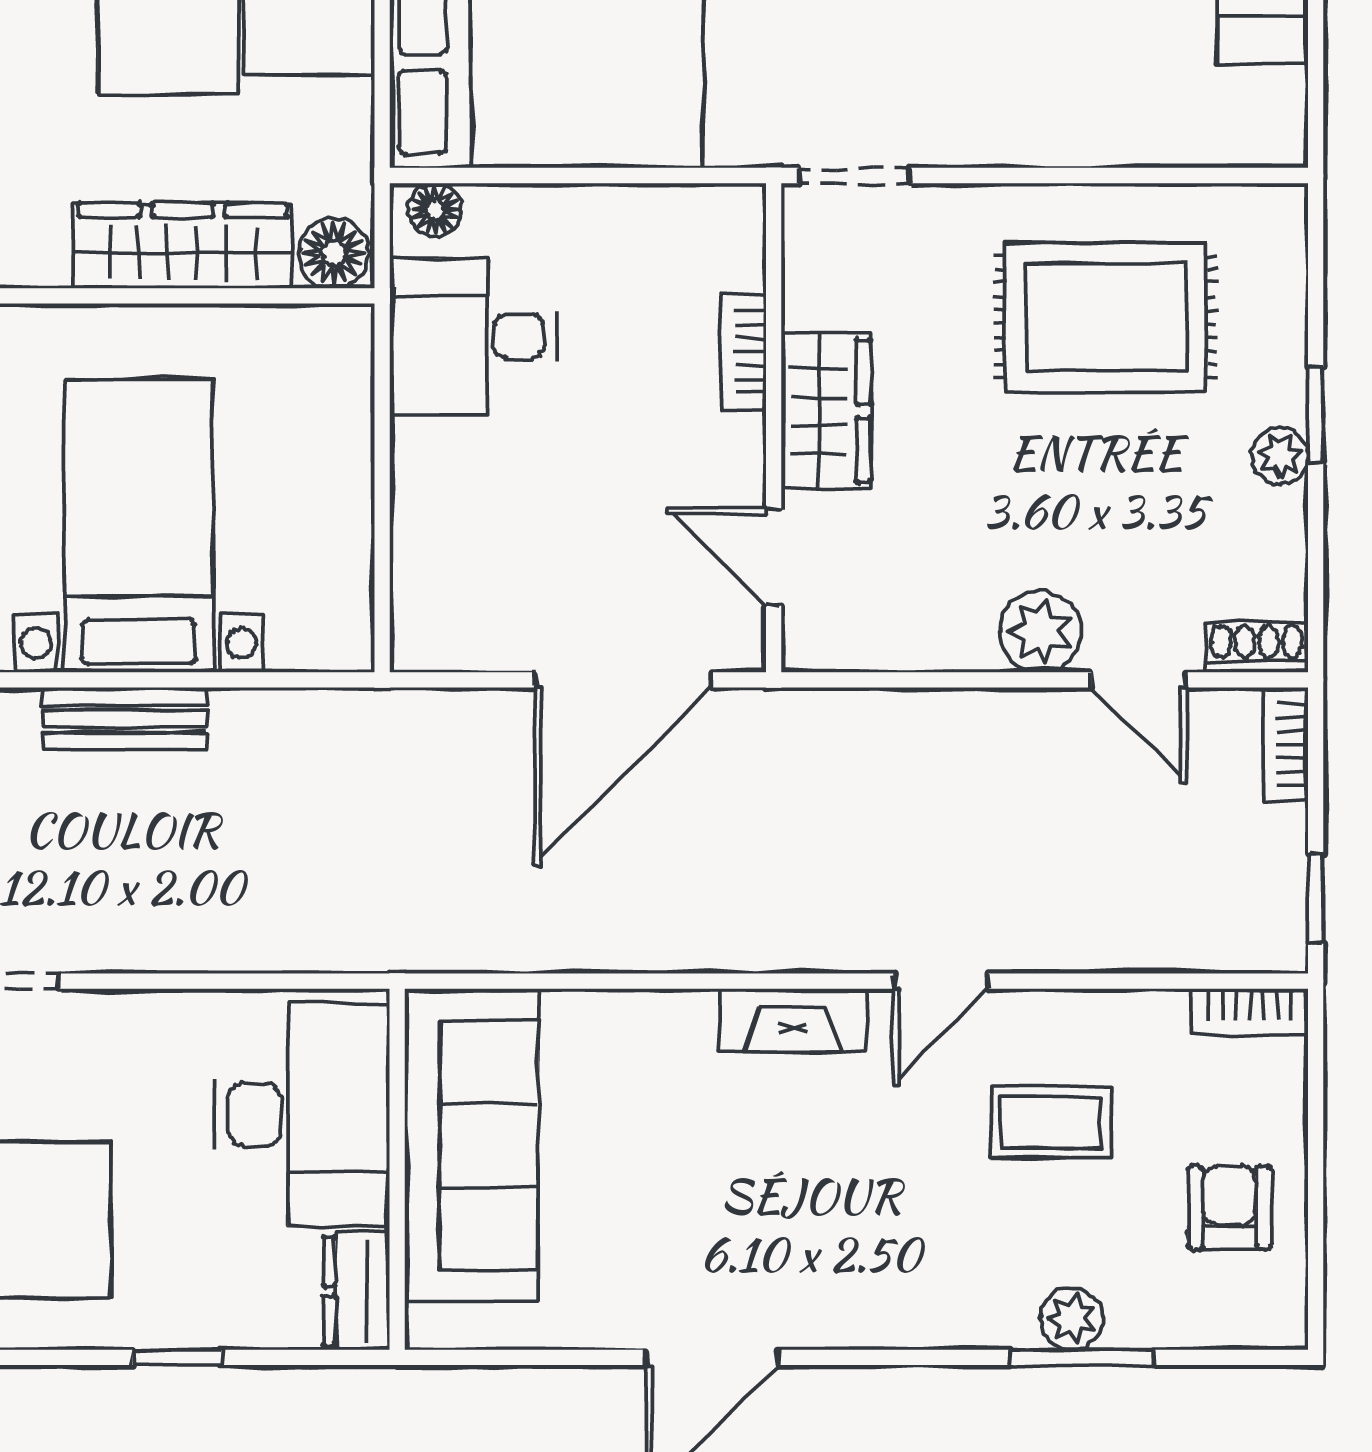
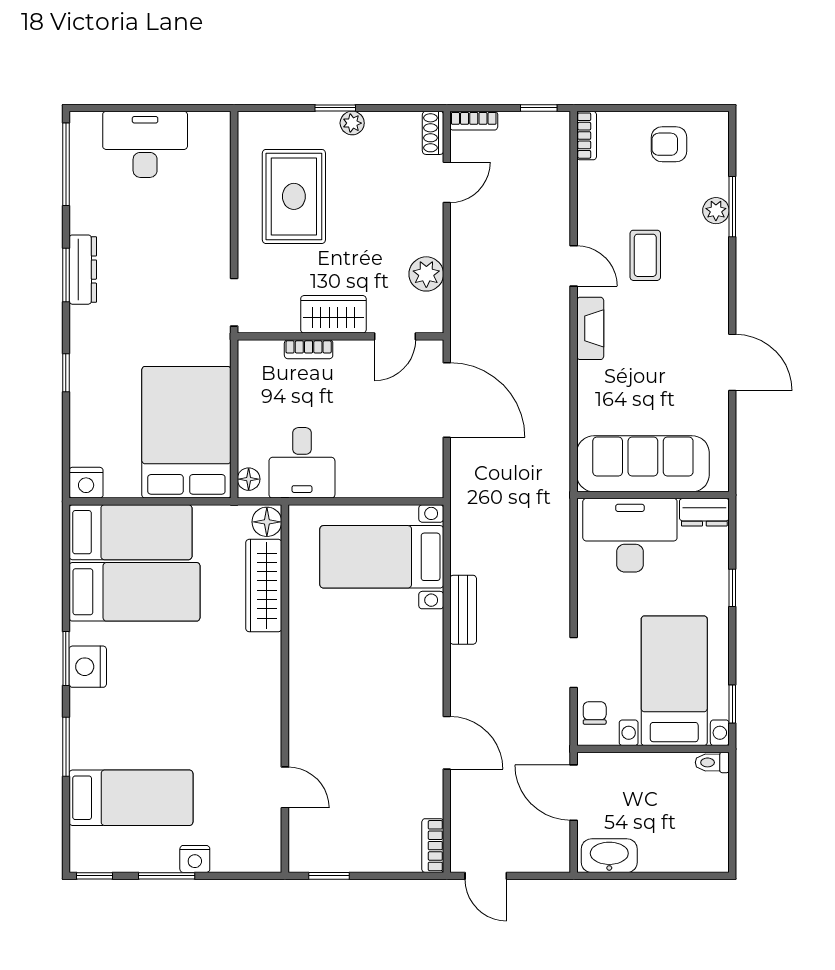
bed with nightstands: (139, 526) -> (382, 557), moved
plant: (1041, 631) -> (426, 274), moved
coffee table: (1051, 1122) -> (645, 255), moved

